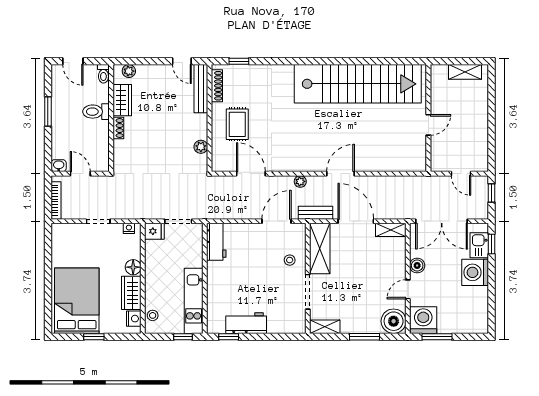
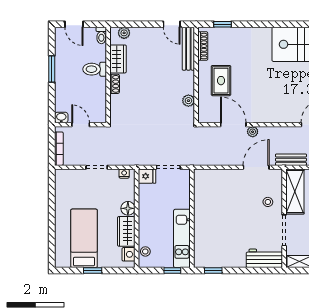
plant: (300, 181) -> (253, 132), moved
workbench: (216, 242) -> (202, 186), removed
bed: (77, 301) -> (84, 238), width x0.67
workbench: (246, 323) -> (264, 258), moved

